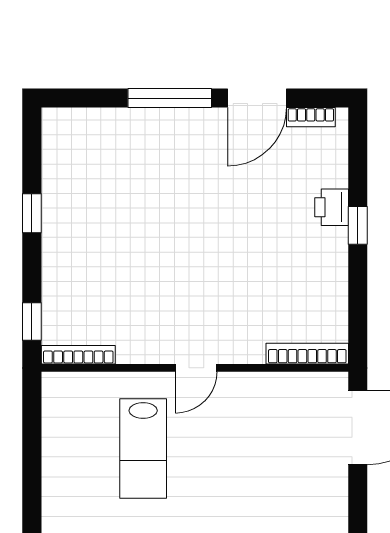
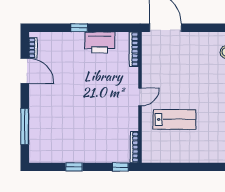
window: (170, 98) -> (25, 127), moved
printer: (332, 207) -> (100, 42), moved, width x1.87, depth x1.48
door: (196, 368) -> (140, 97), hinge flipped

